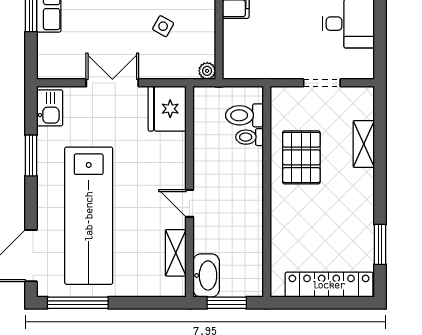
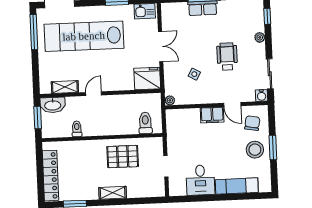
toilet: (249, 137) -> (77, 129), moved
shelving: (364, 144) -> (113, 193), moved

